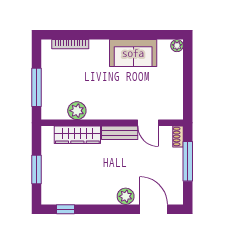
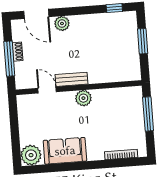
plant: (177, 46) -> (31, 155), width x1.88, depth x1.88
plant: (77, 111) -> (83, 98), moved
wardrobe: (77, 135) -> (109, 75), removed
shoe rack: (178, 136) -> (17, 52), moved

